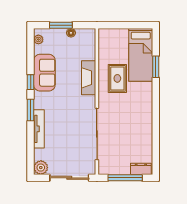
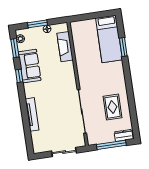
fireplace: (89, 78) -> (65, 47), moved
rug: (117, 78) -> (112, 107), moved
window: (31, 110) -> (15, 48), moved
plant: (41, 168) -> (39, 147), removed
sliding door: (69, 178) -> (64, 152), width x0.73

